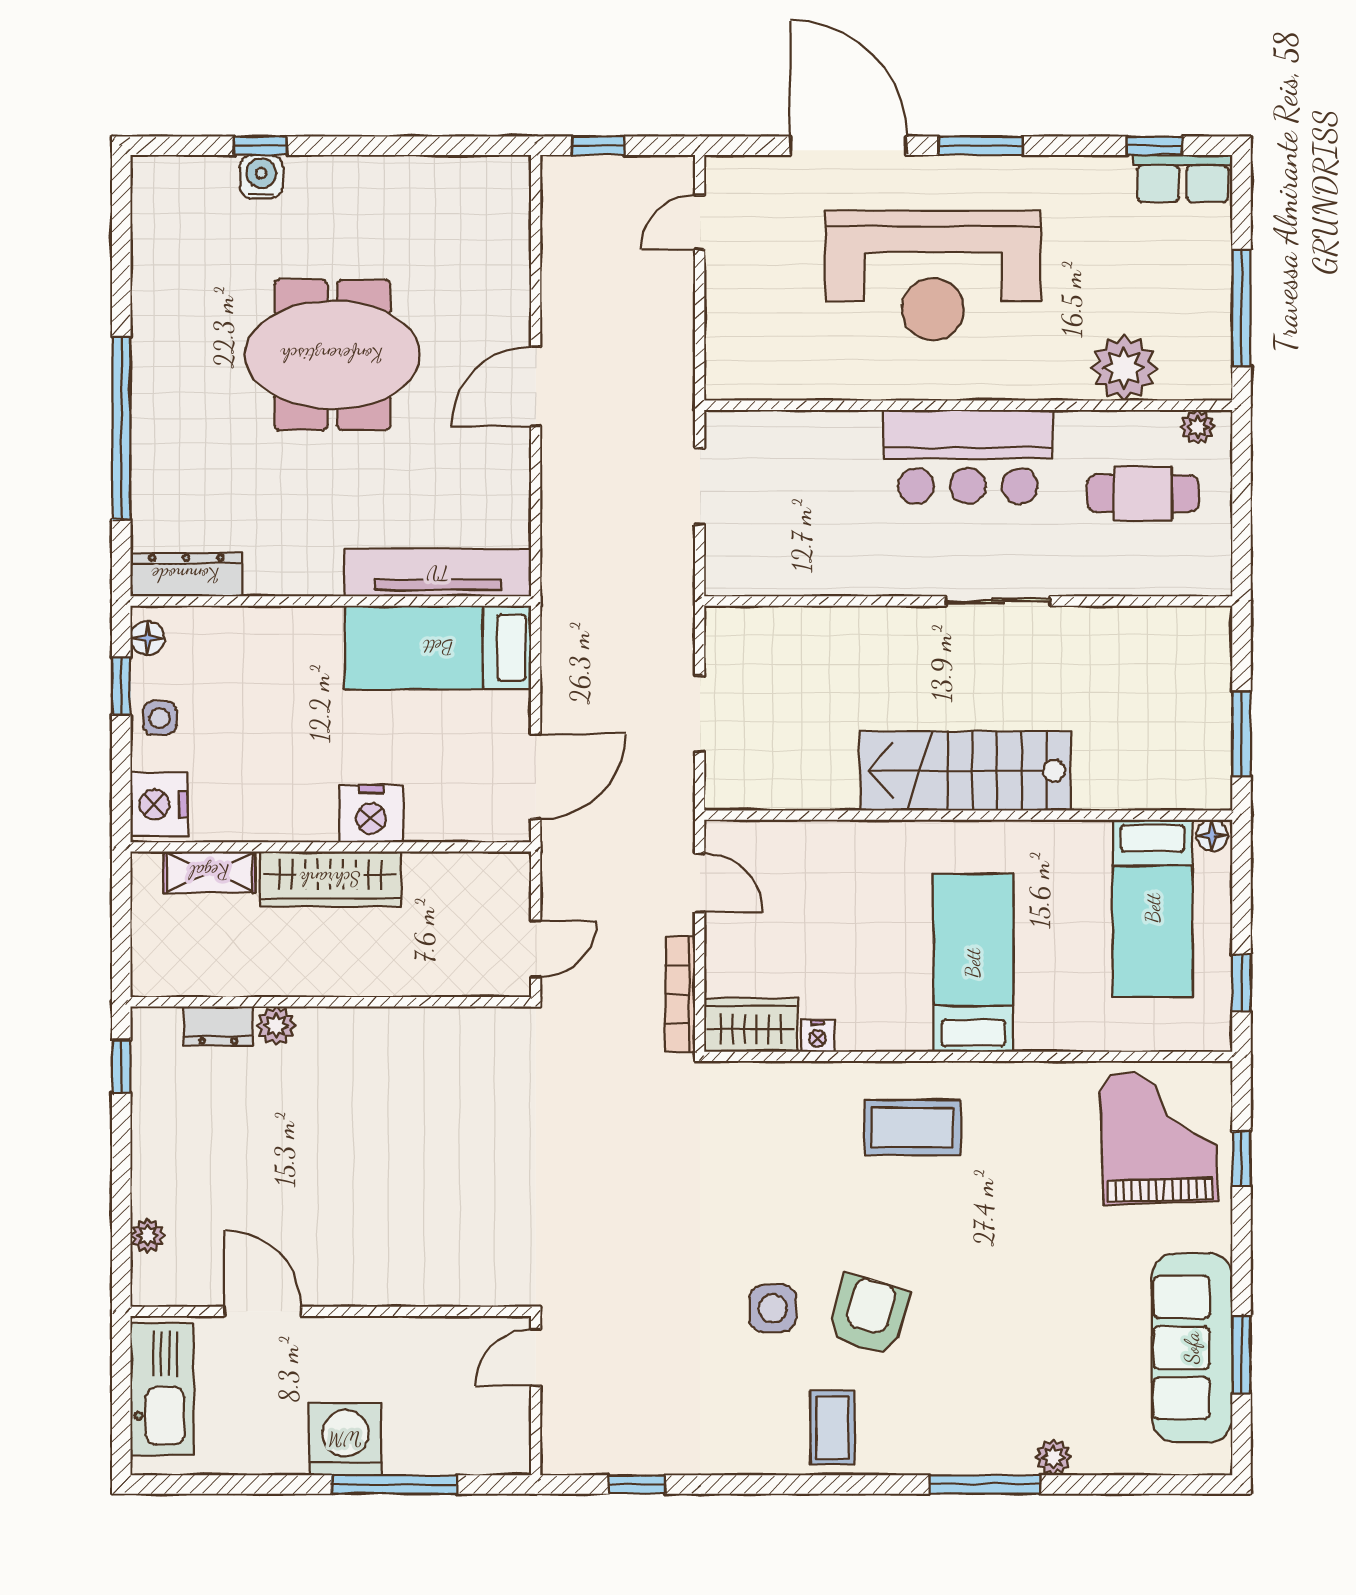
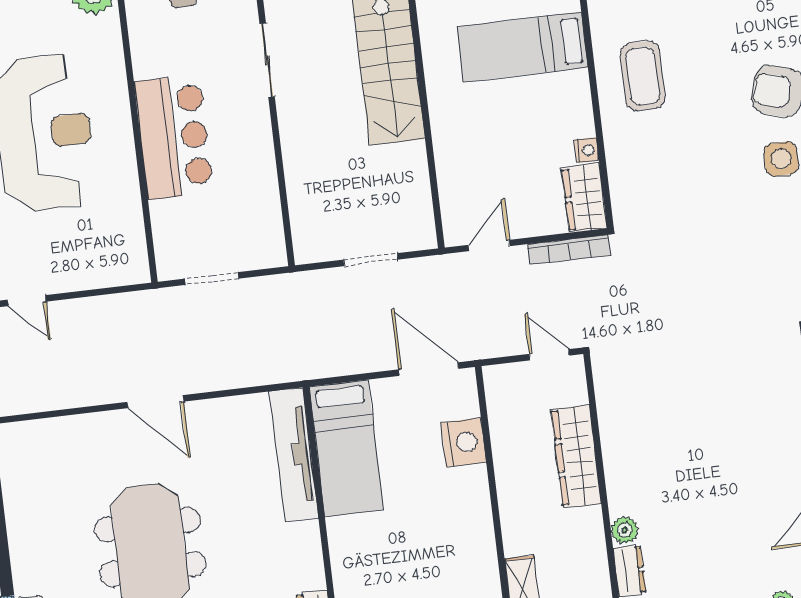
bar counter: (968, 457) -> (174, 137), moved
nightstand: (371, 814) -> (464, 442), moved
wardrobe: (330, 879) -> (576, 456), moved, turned 180

